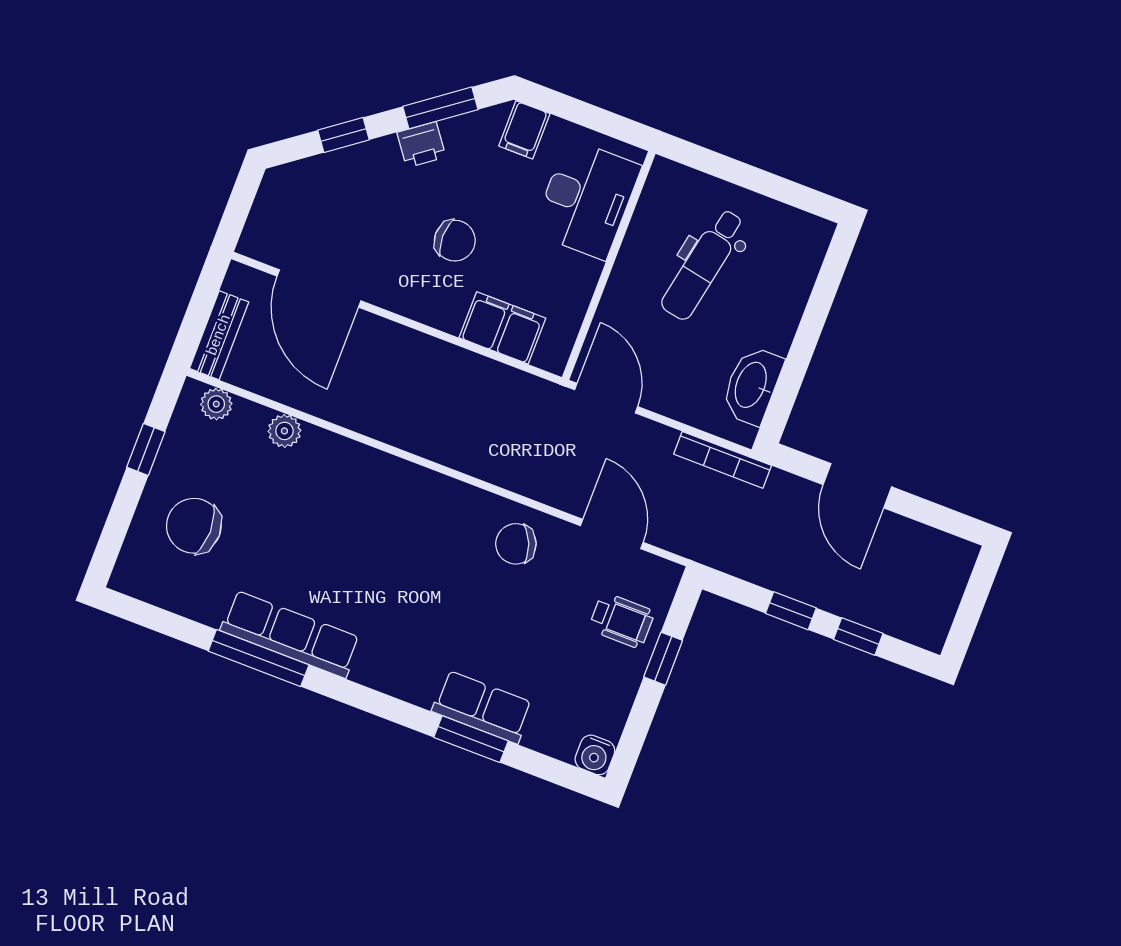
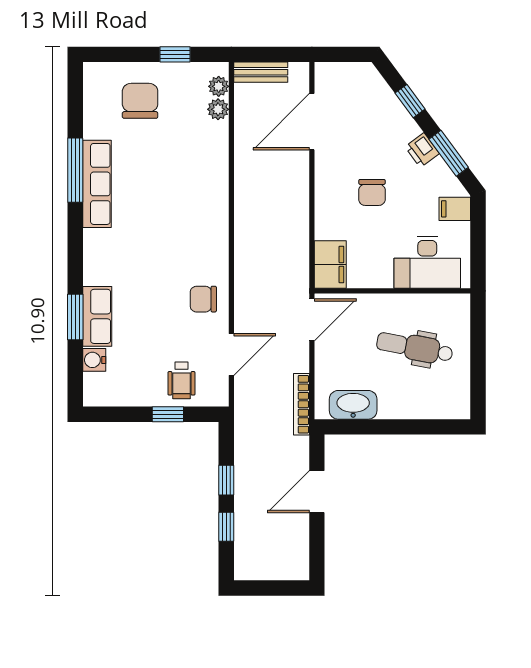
filing cabinet: (502, 328) -> (330, 265), moved
plant: (284, 431) -> (218, 109), moved
chair: (516, 544) -> (203, 299), turned -68
water cooler: (595, 755) -> (94, 360), moved

